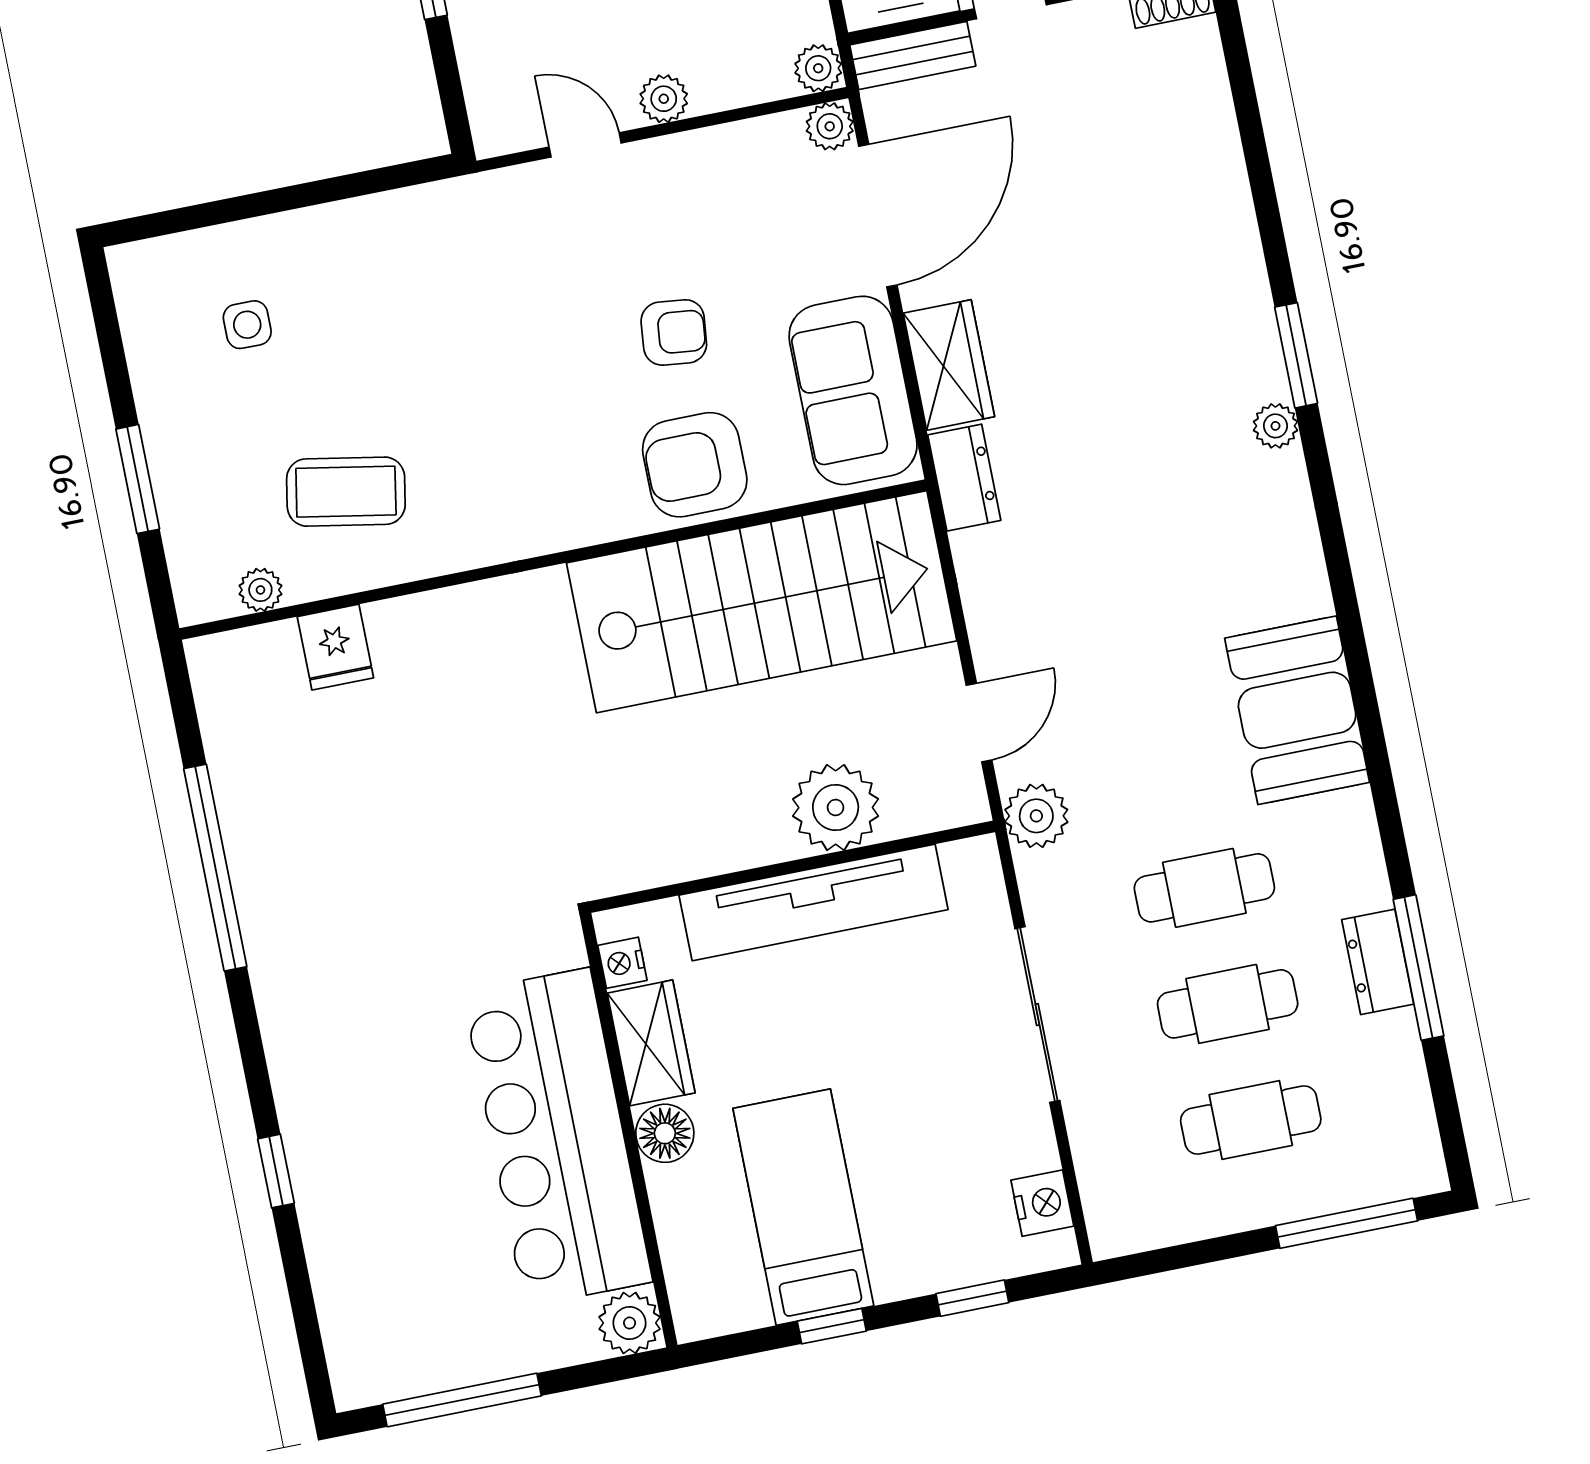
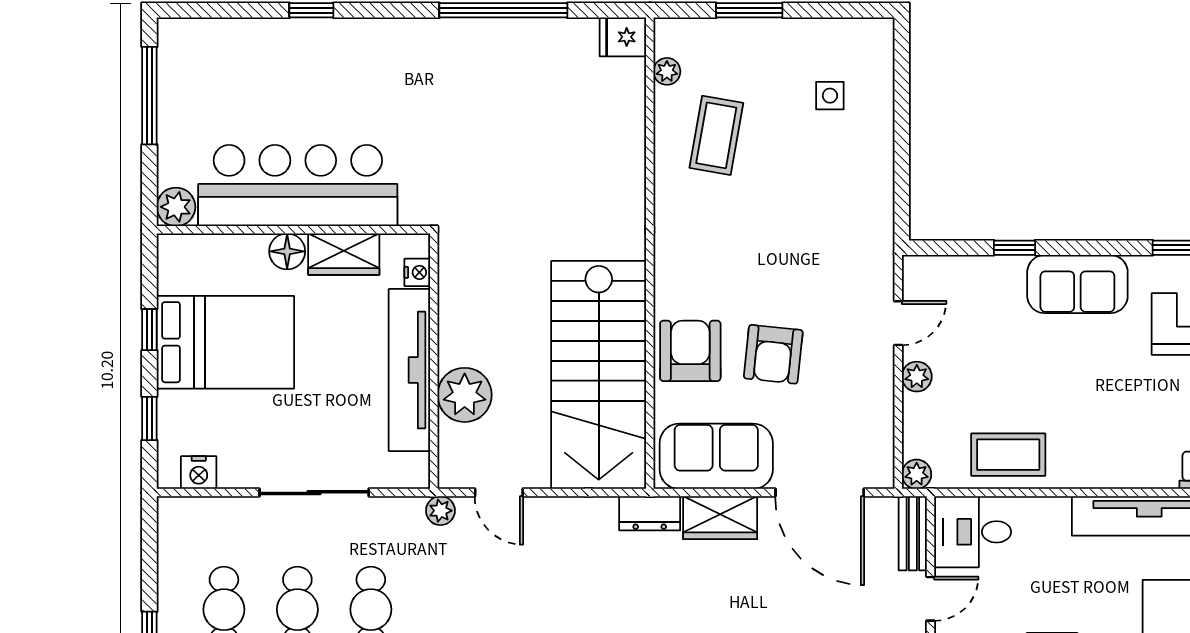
plant: (830, 126) -> (880, 474), removed
armchair: (674, 332) -> (773, 354), width x1.38, depth x1.38
fridge: (335, 647) -> (623, 37), moved
plant: (1036, 816) -> (440, 511), width x0.73, depth x0.73
nightstand: (622, 963) -> (417, 272), moved, turned 90
bed: (803, 1207) -> (225, 342), width x1.50

